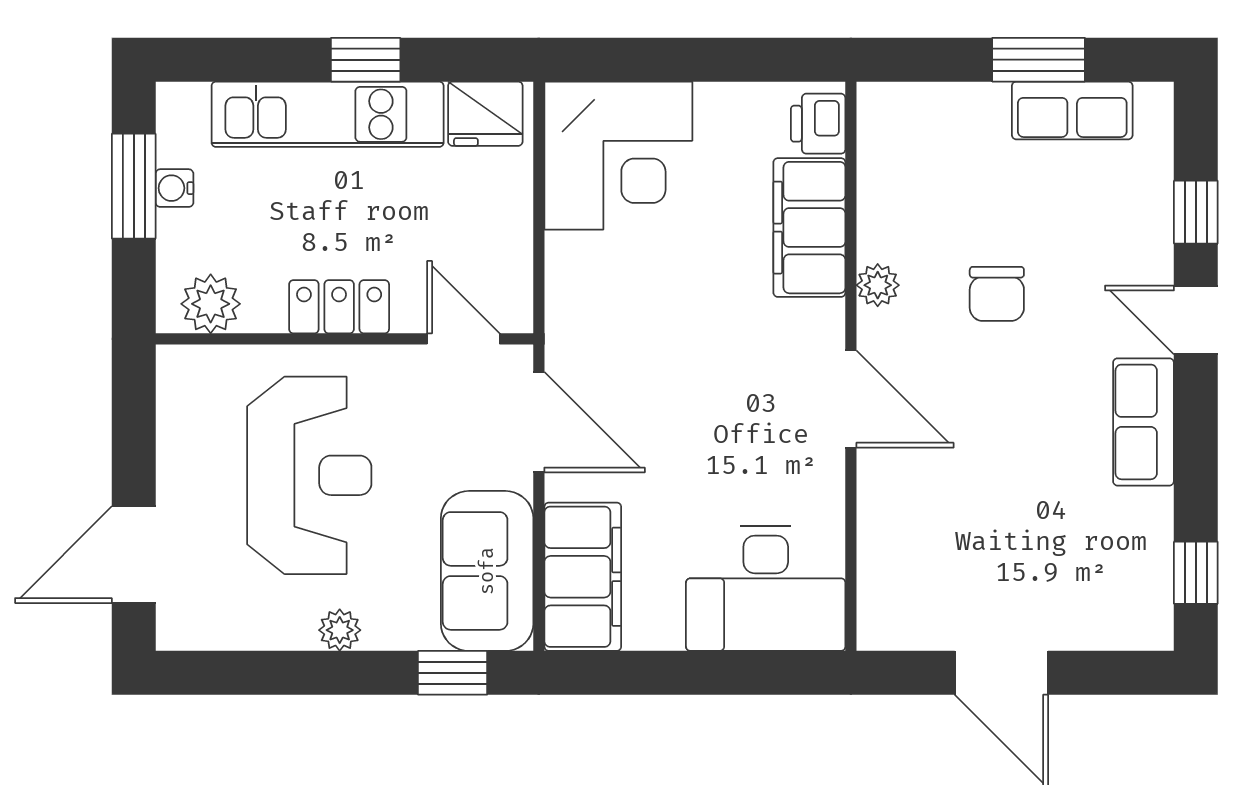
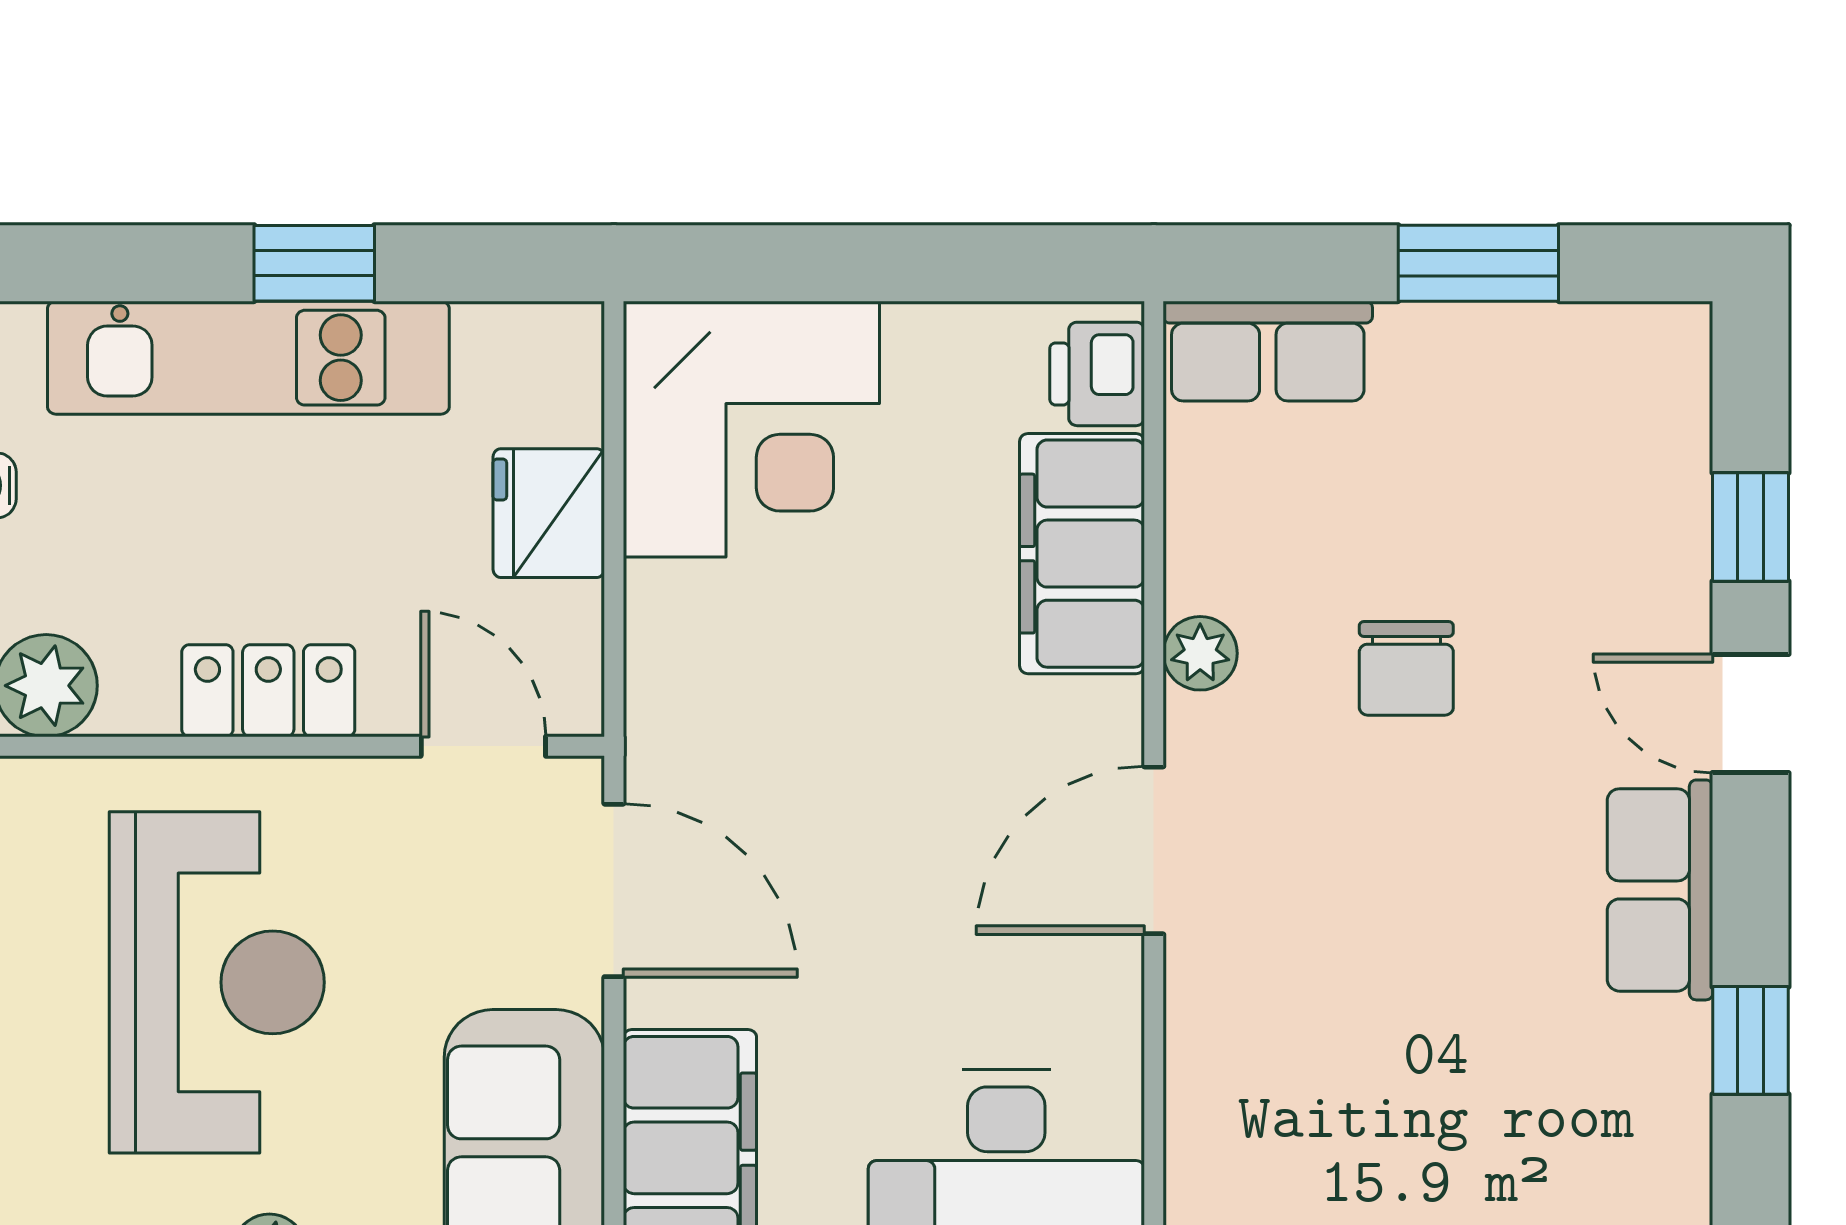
row of seats: (1072, 110) -> (1268, 351), moved
fridge: (485, 114) -> (549, 513), moved, turned 90
door: (851, 399) -> (1154, 850), swing flipped
window: (1196, 573) -> (1751, 1040), moved

